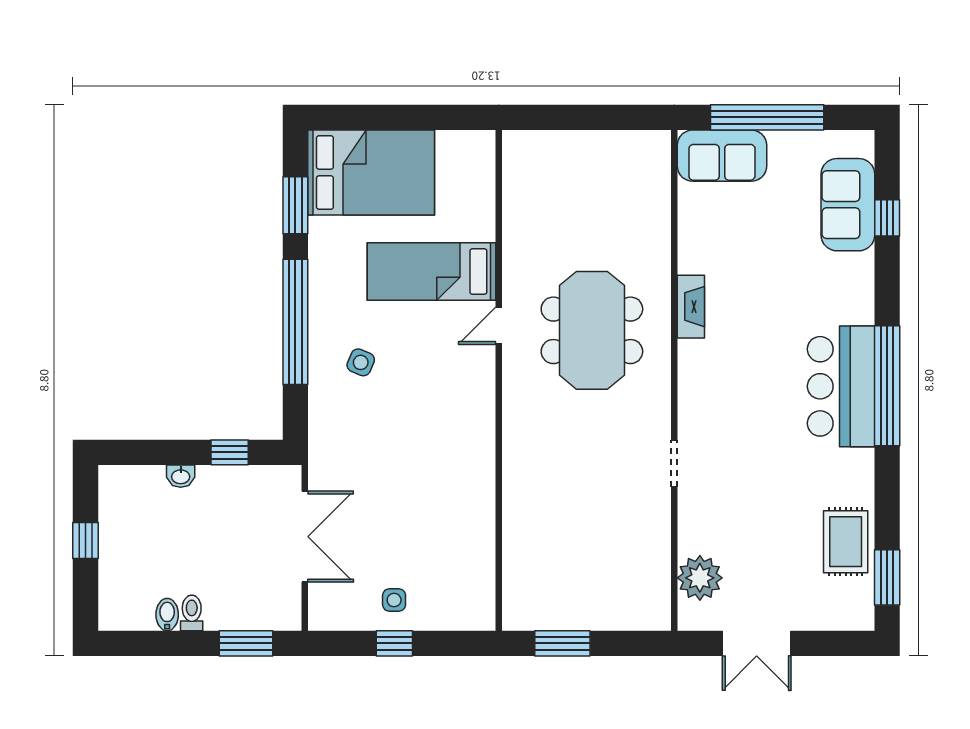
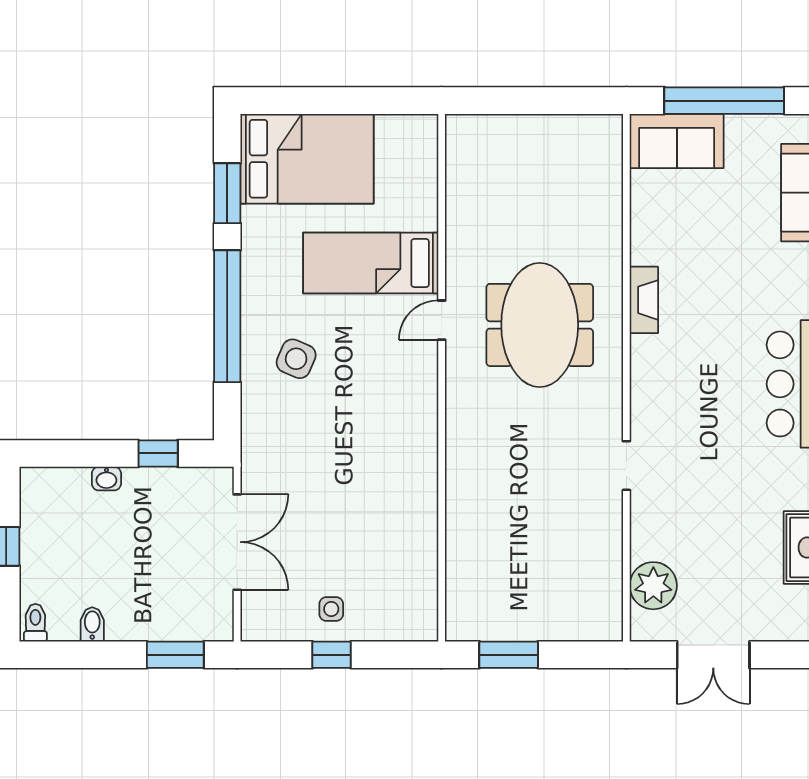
side table: (361, 362) -> (296, 359), width x1.37, depth x1.37
toilet: (192, 613) -> (35, 623), moved

